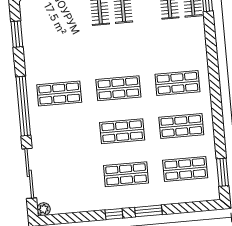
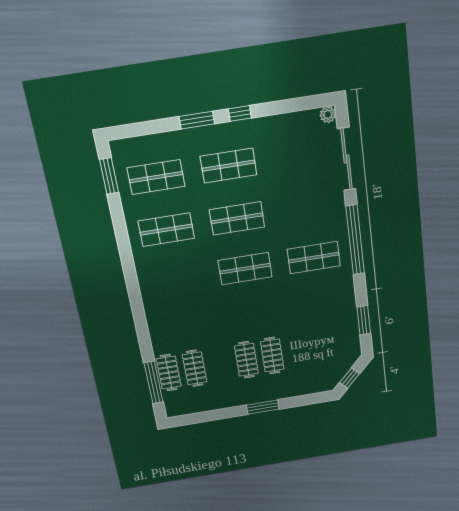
shop shelf: (177, 83) -> (176, 280), removed

